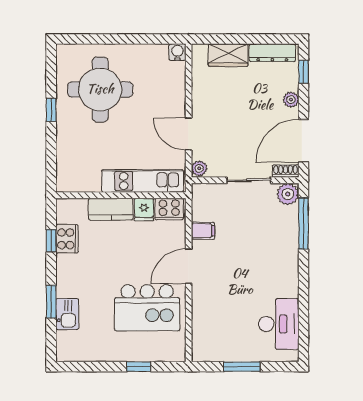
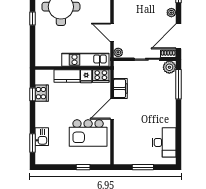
filing cabinet: (203, 231) -> (120, 88), width x2.00
window: (51, 302) -> (33, 143), moved

